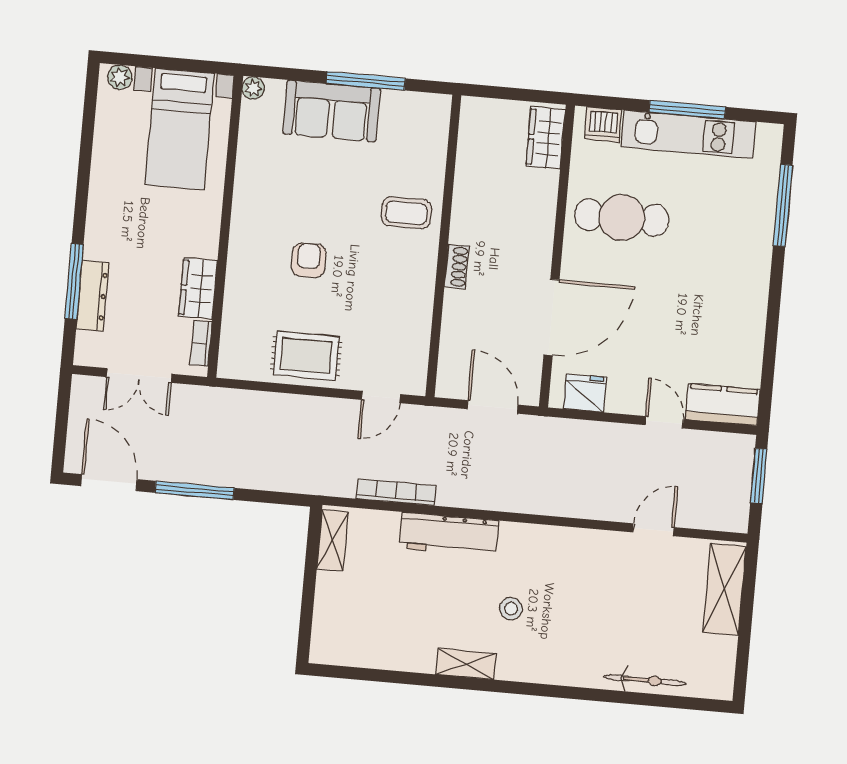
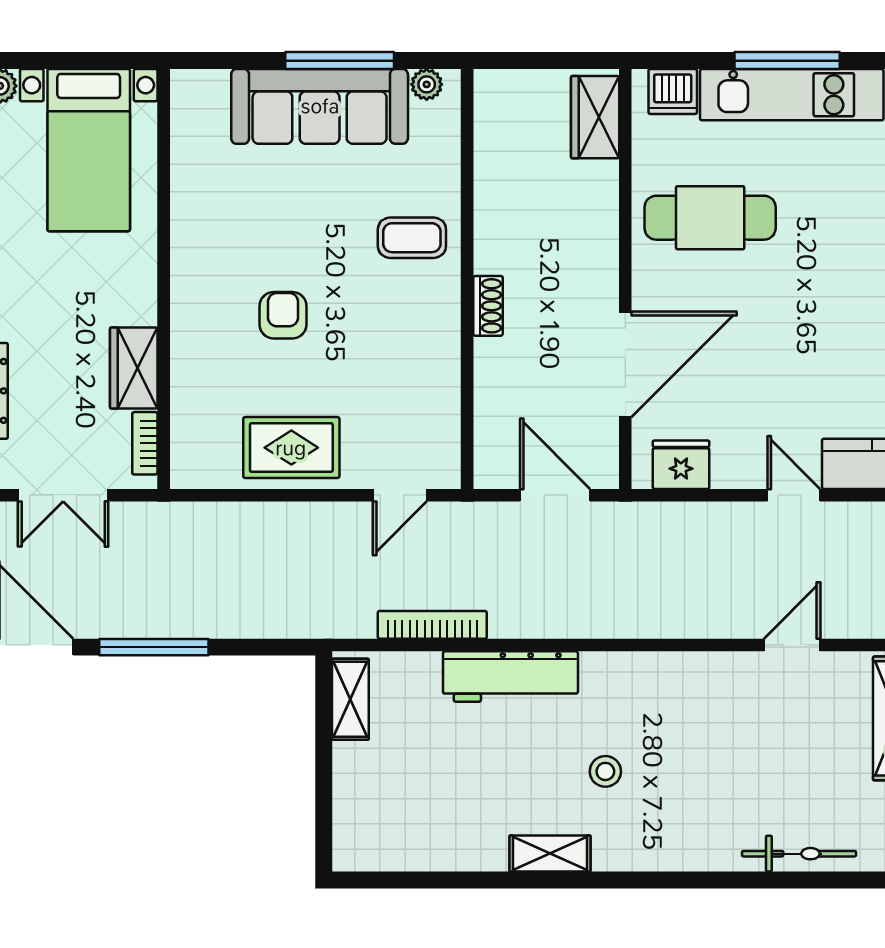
plant: (253, 88) -> (427, 84), moved
sofa: (332, 111) -> (320, 106), width x1.36

